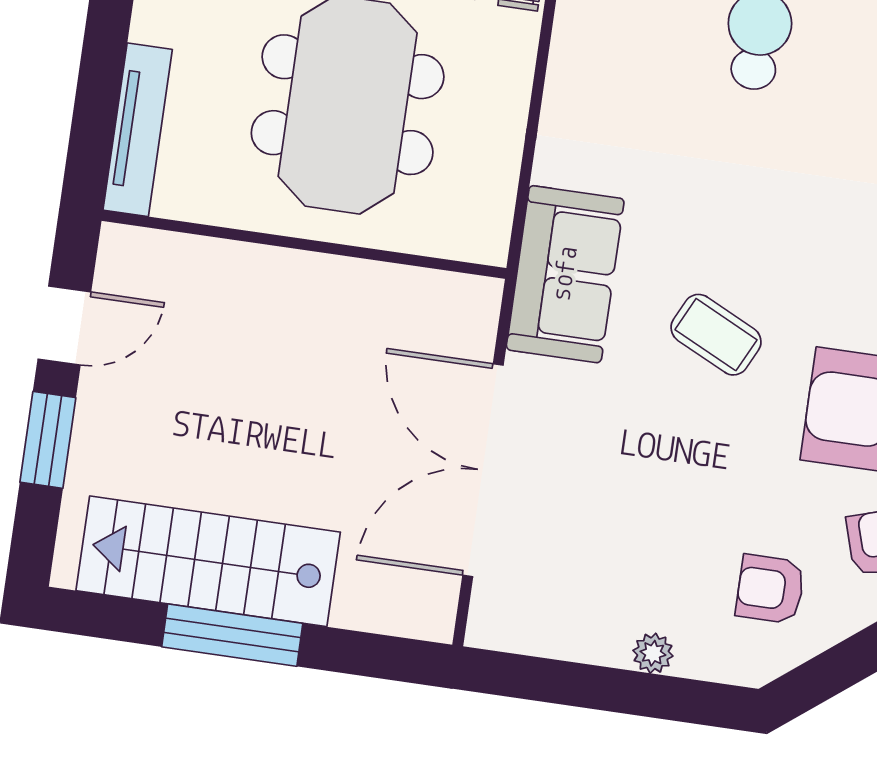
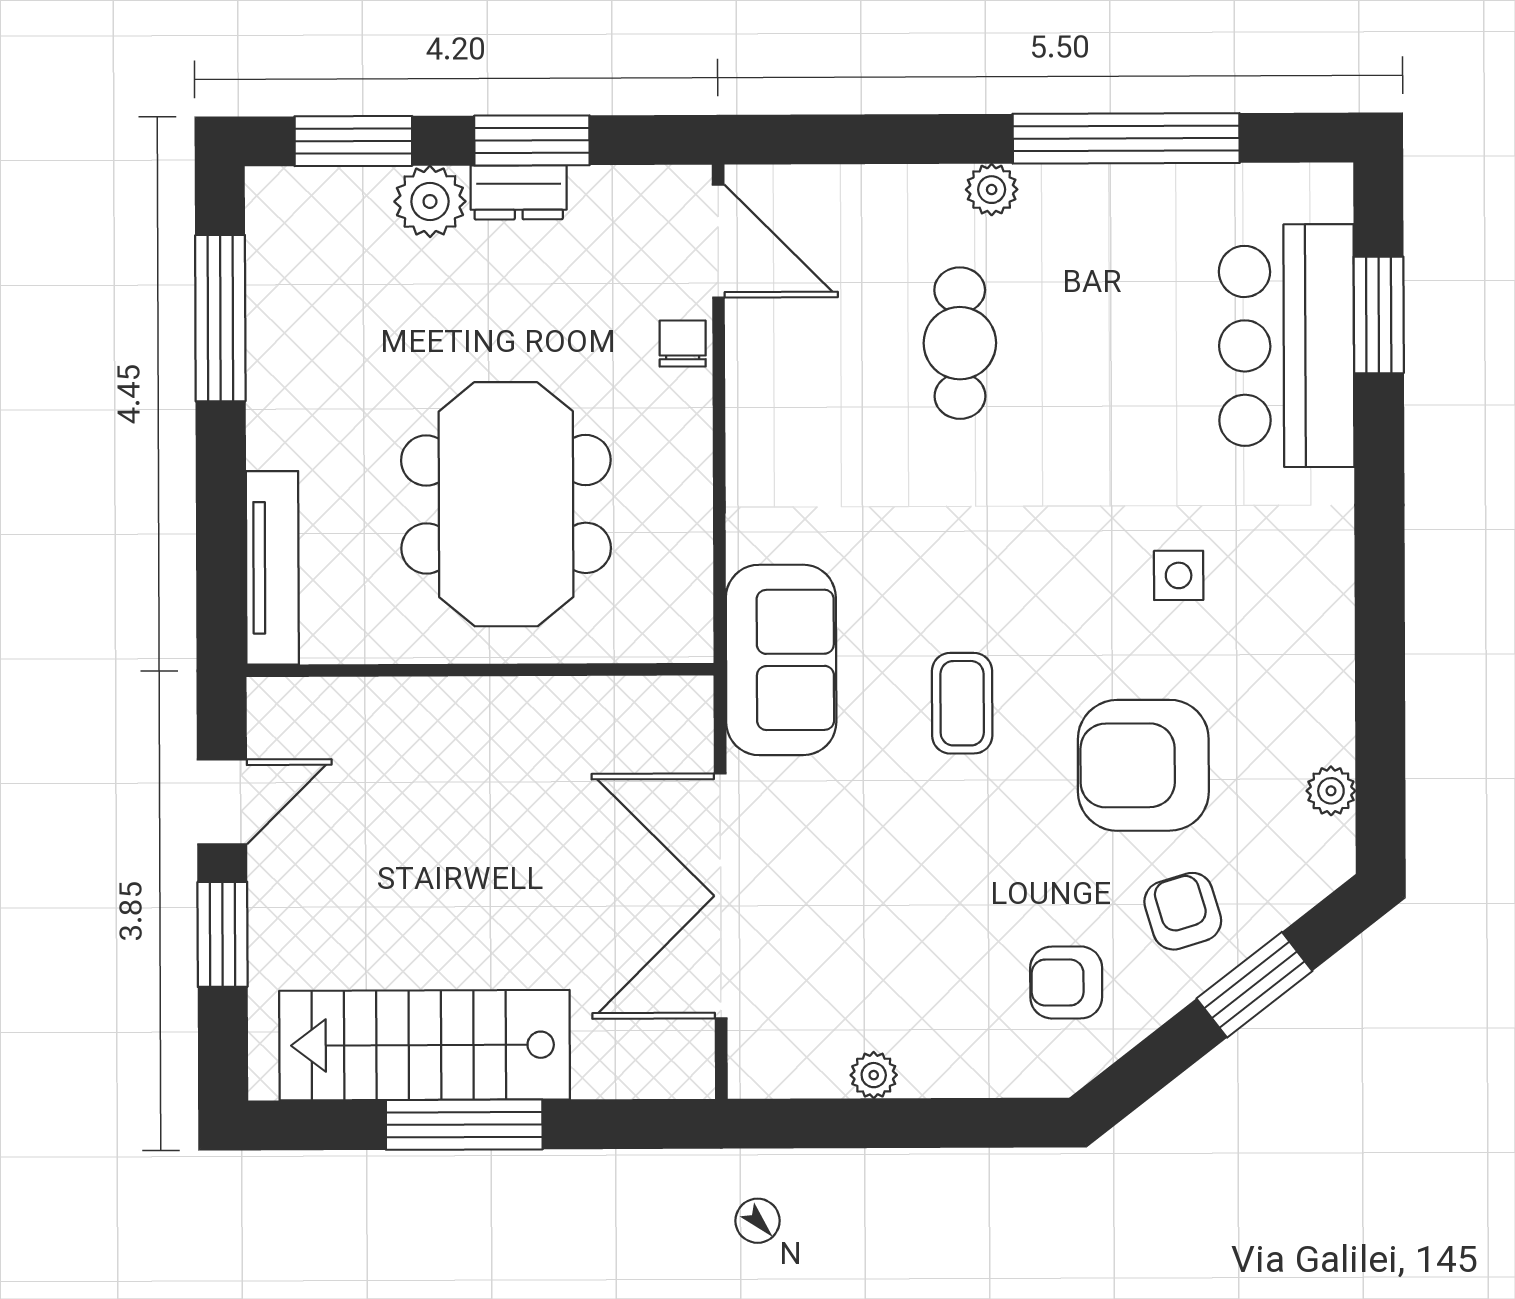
coffee table: (716, 335) -> (962, 703), turned 64
plant: (653, 653) -> (874, 1075), moved

